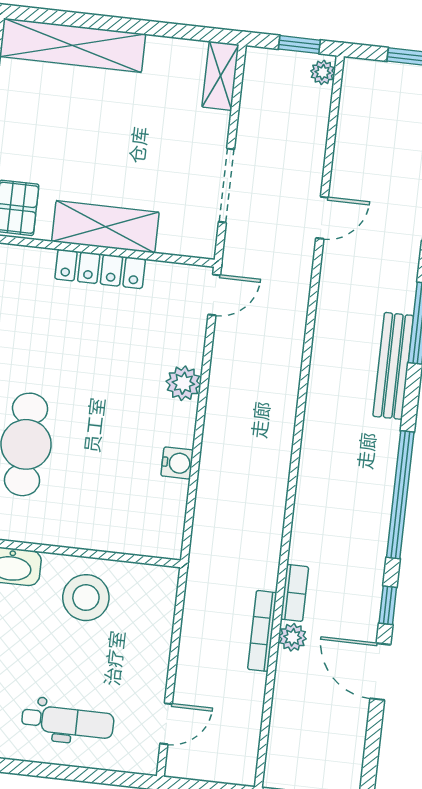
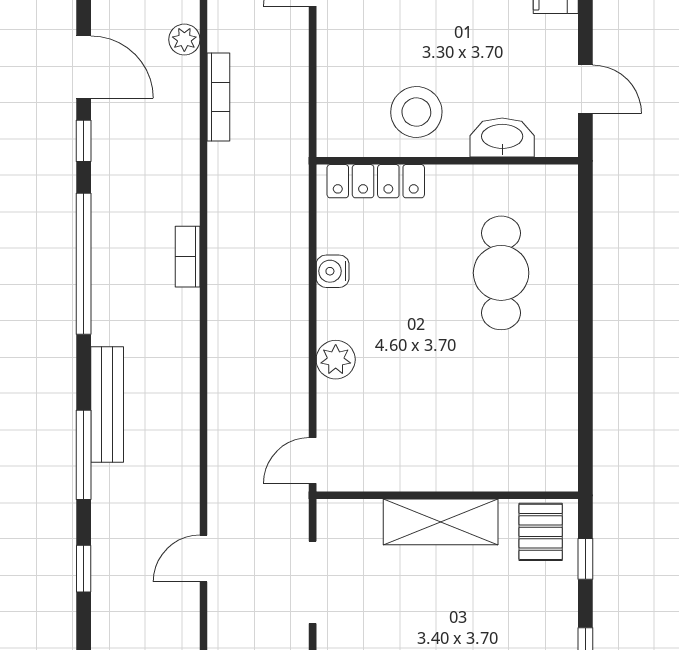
locker: (100, 269) -> (376, 181), moved, turned 180
bookcase: (294, 593) -> (188, 257), moved
plant: (293, 637) -> (184, 40), moved

